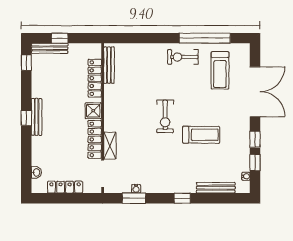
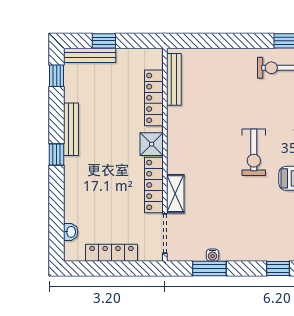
bench: (37, 117) -> (71, 129), moved

